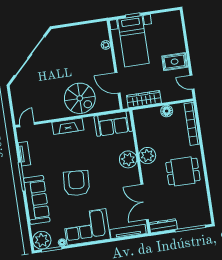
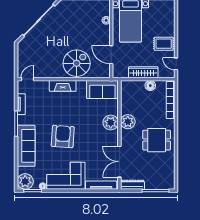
spiral stairs: (80, 98) -> (77, 63), turned -90
wardrobe: (144, 99) -> (143, 72), moved

